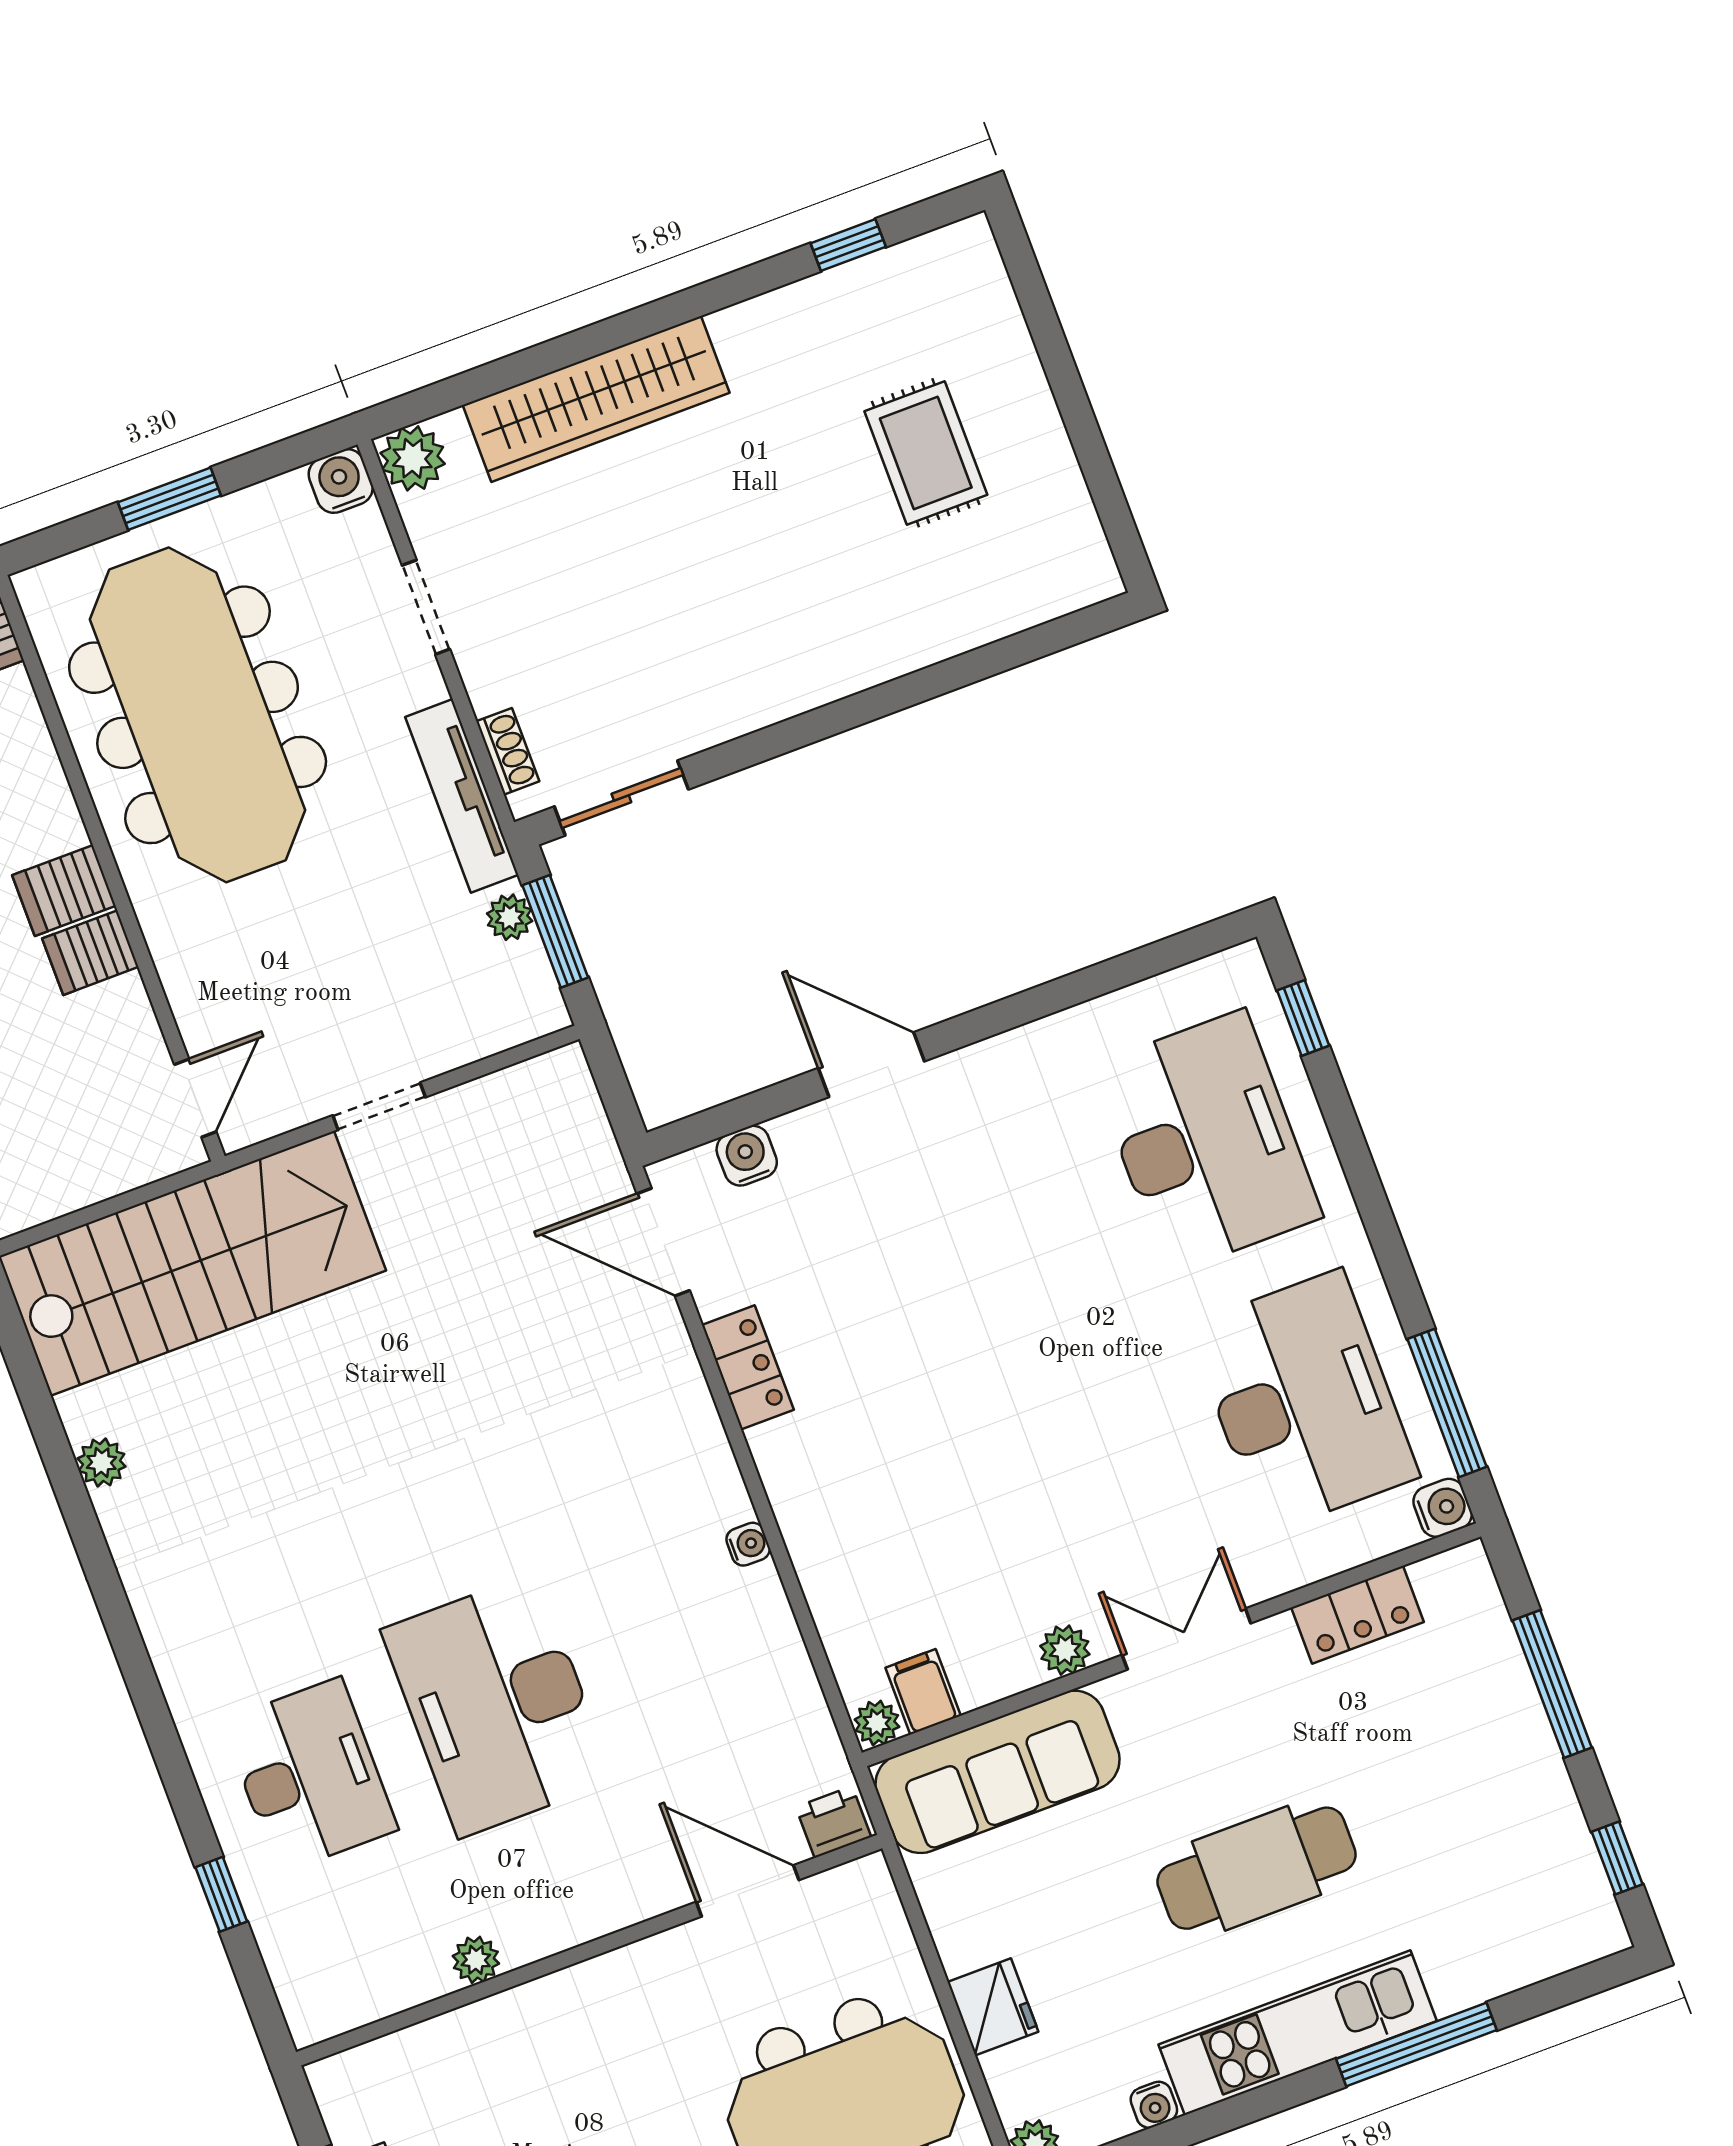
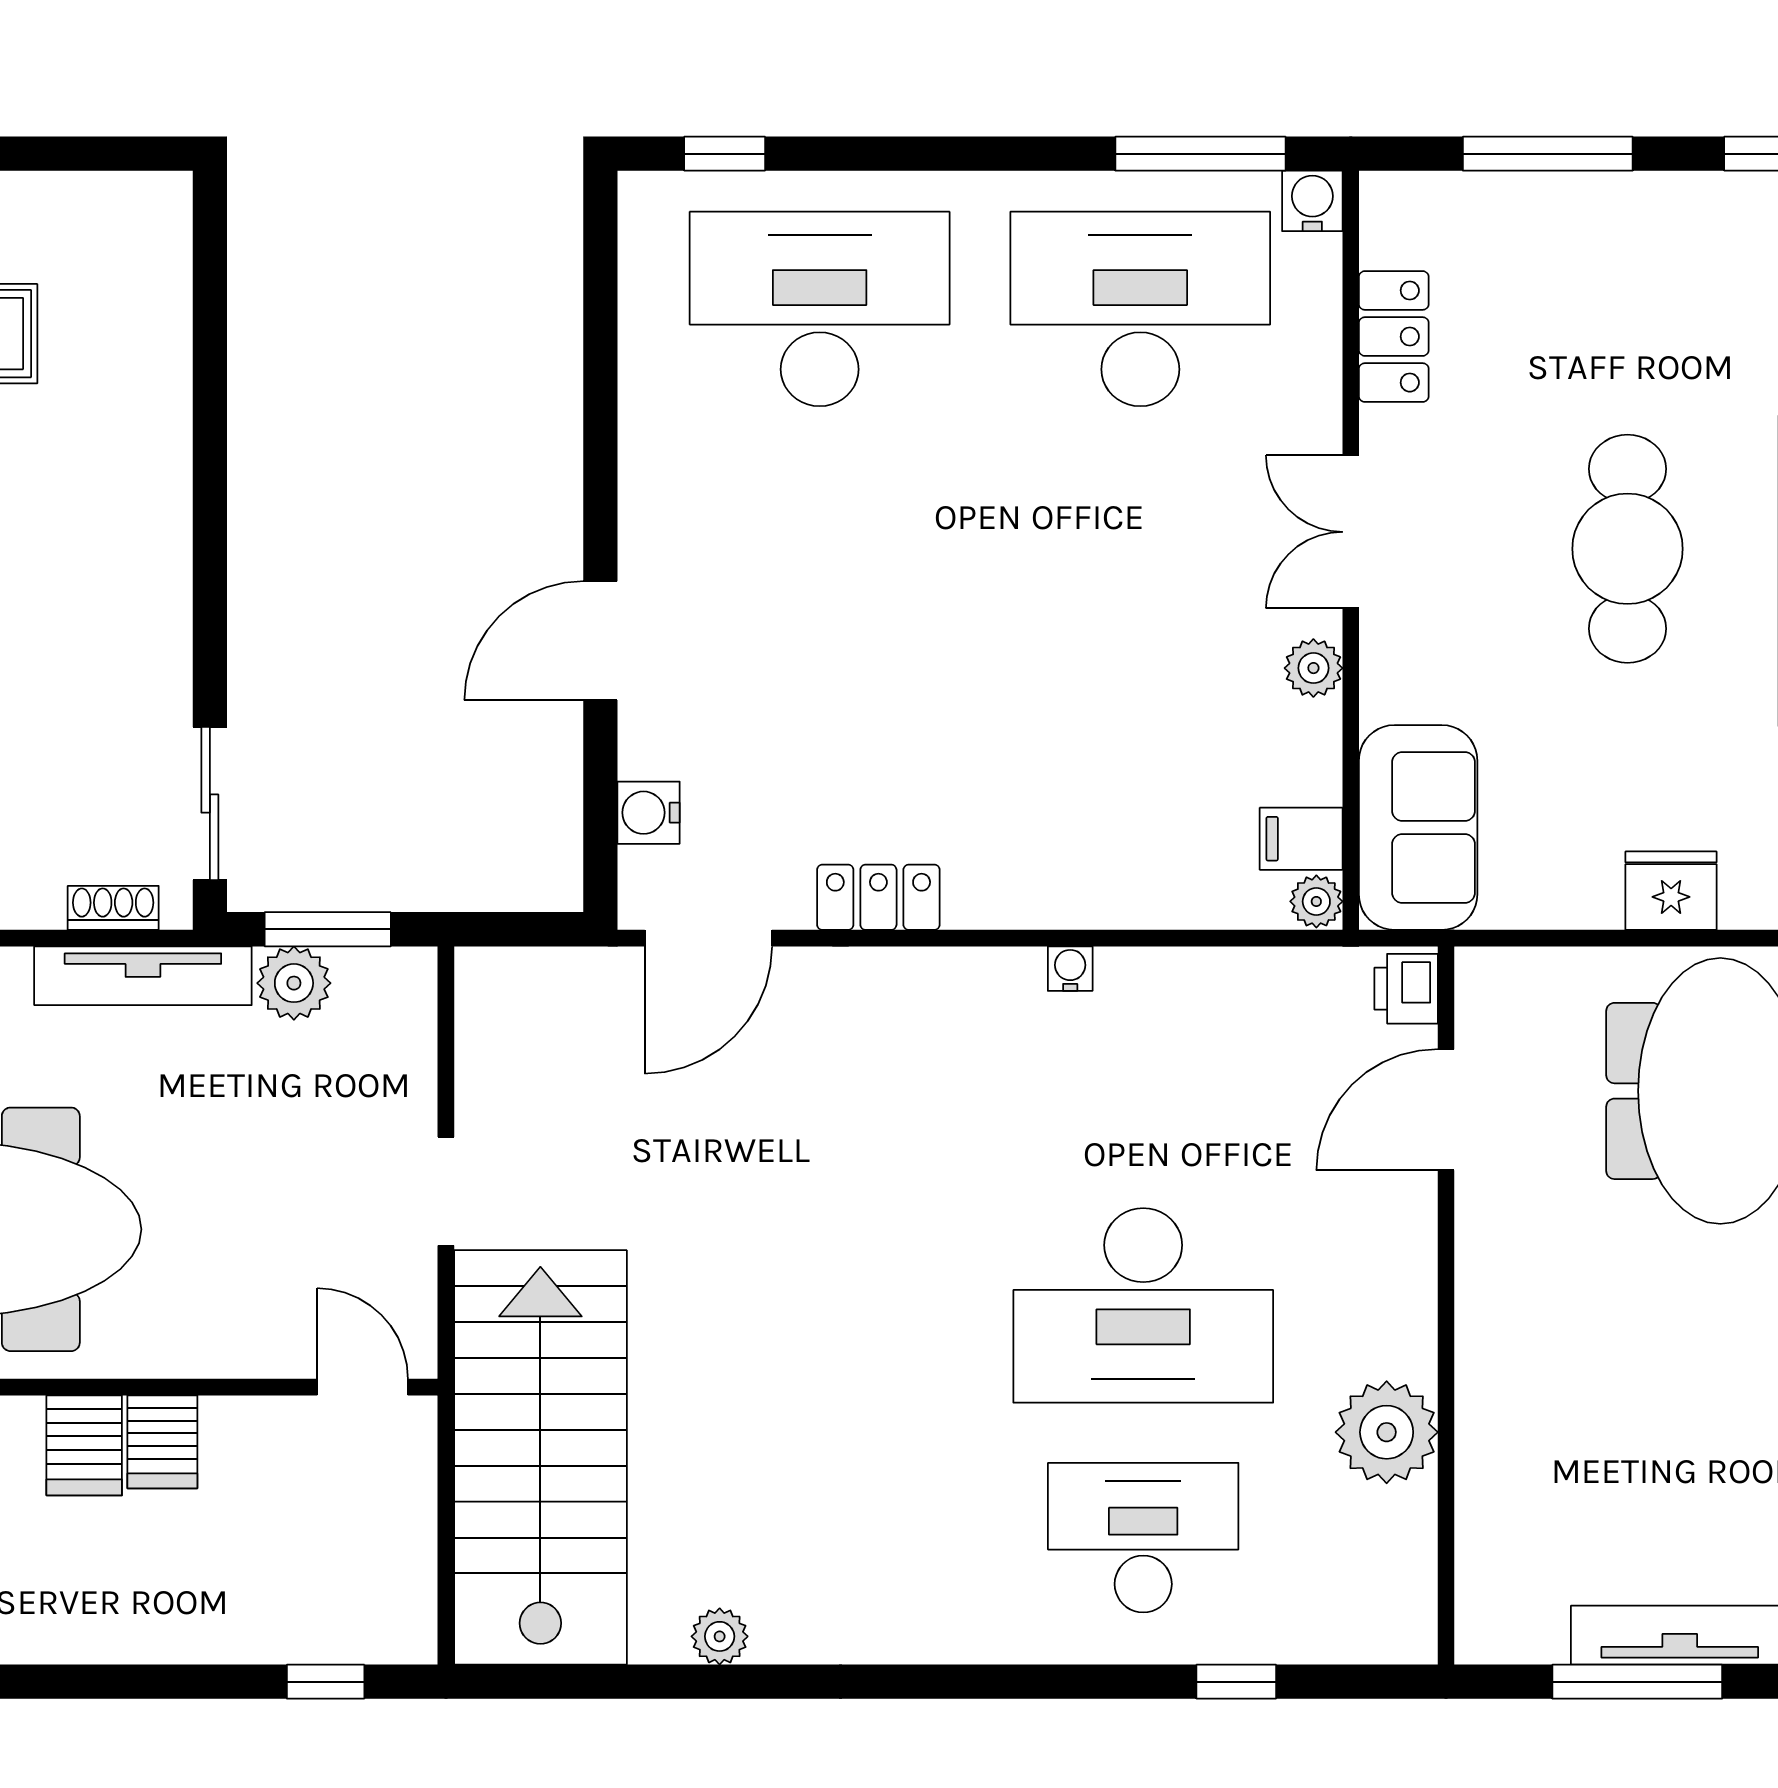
plant: (510, 917) -> (294, 983), width x1.38, depth x1.38
sofa: (997, 1772) -> (1418, 827), width x0.73
plant: (476, 1960) -> (1387, 1432), width x1.88, depth x1.88

